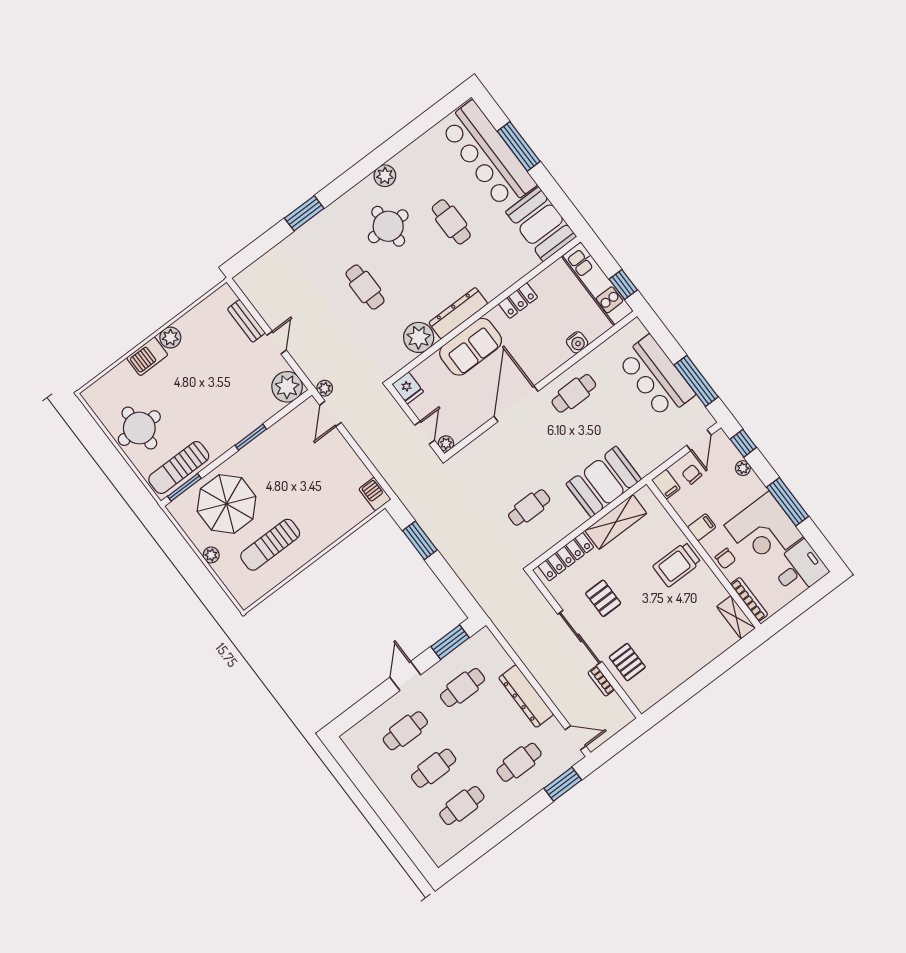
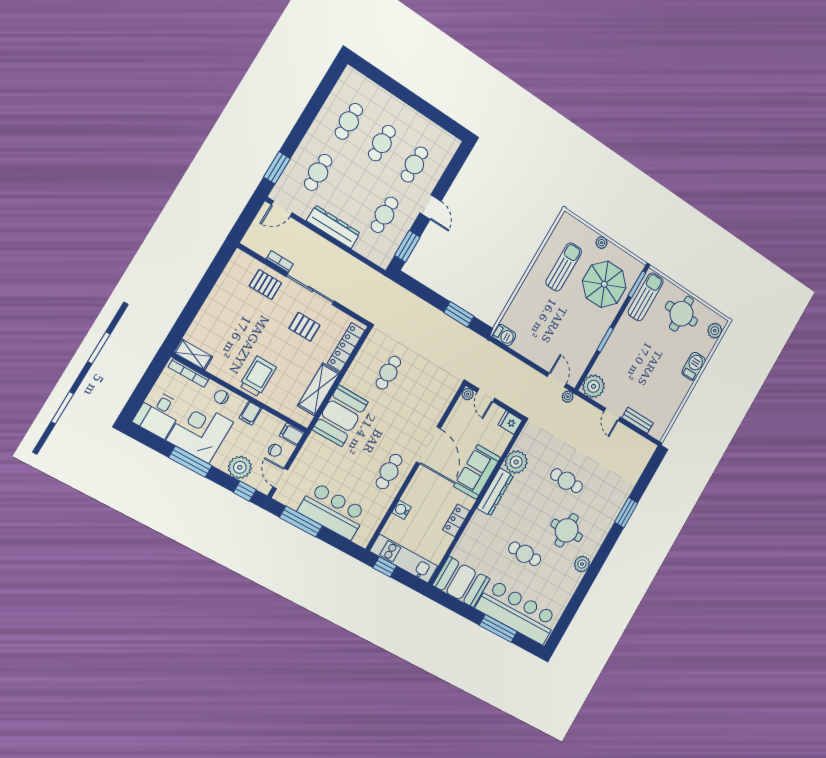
plant: (170, 338) -> (715, 331), moved
plant: (743, 468) -> (240, 467), width x1.87, depth x1.87

